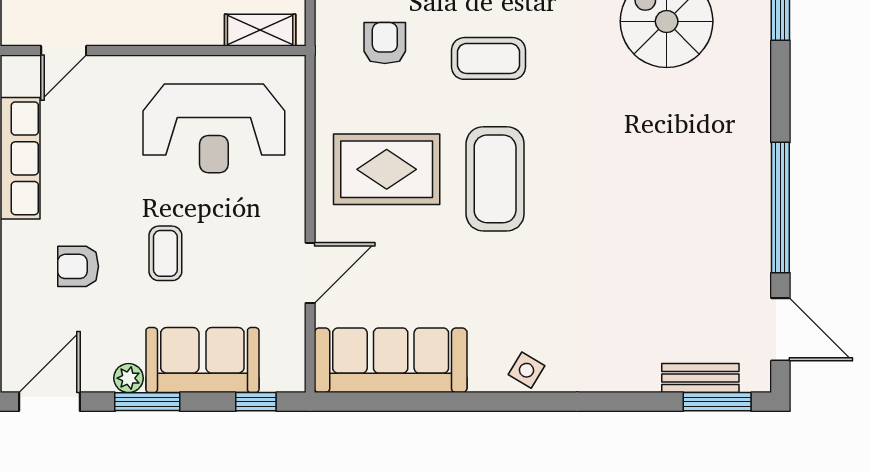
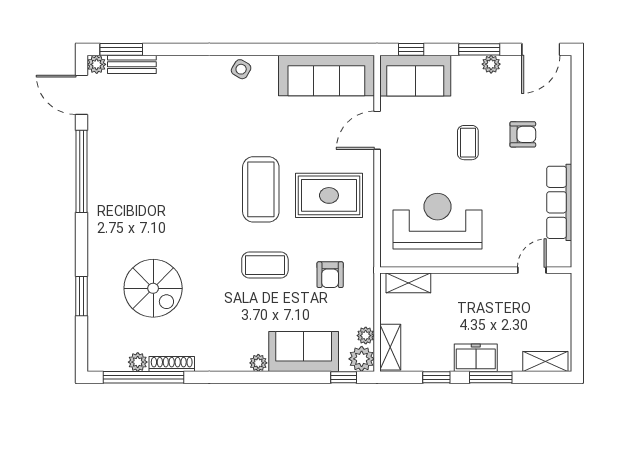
sofa: (202, 360) -> (415, 76), moved
plant: (757, 378) -> (97, 64), added

